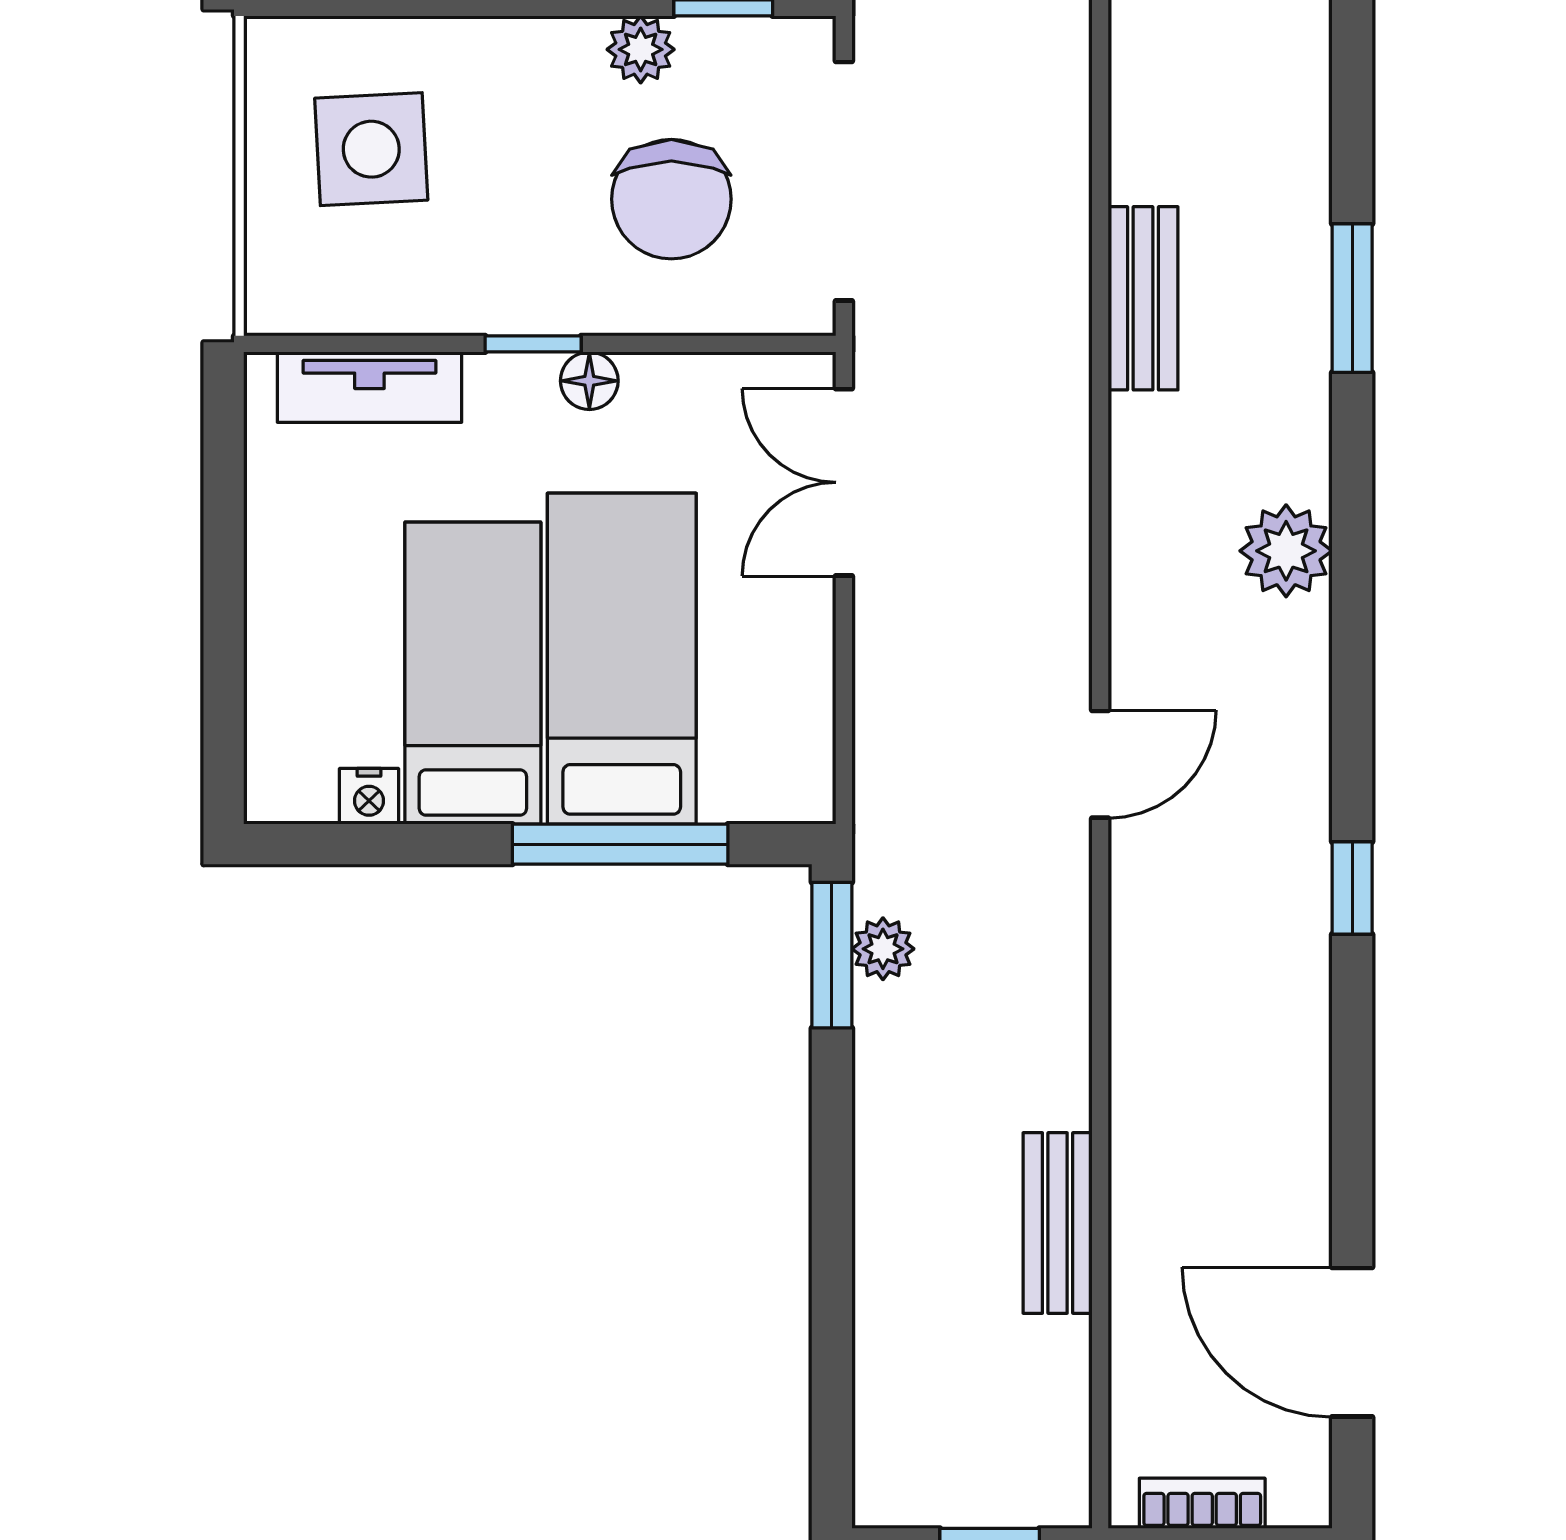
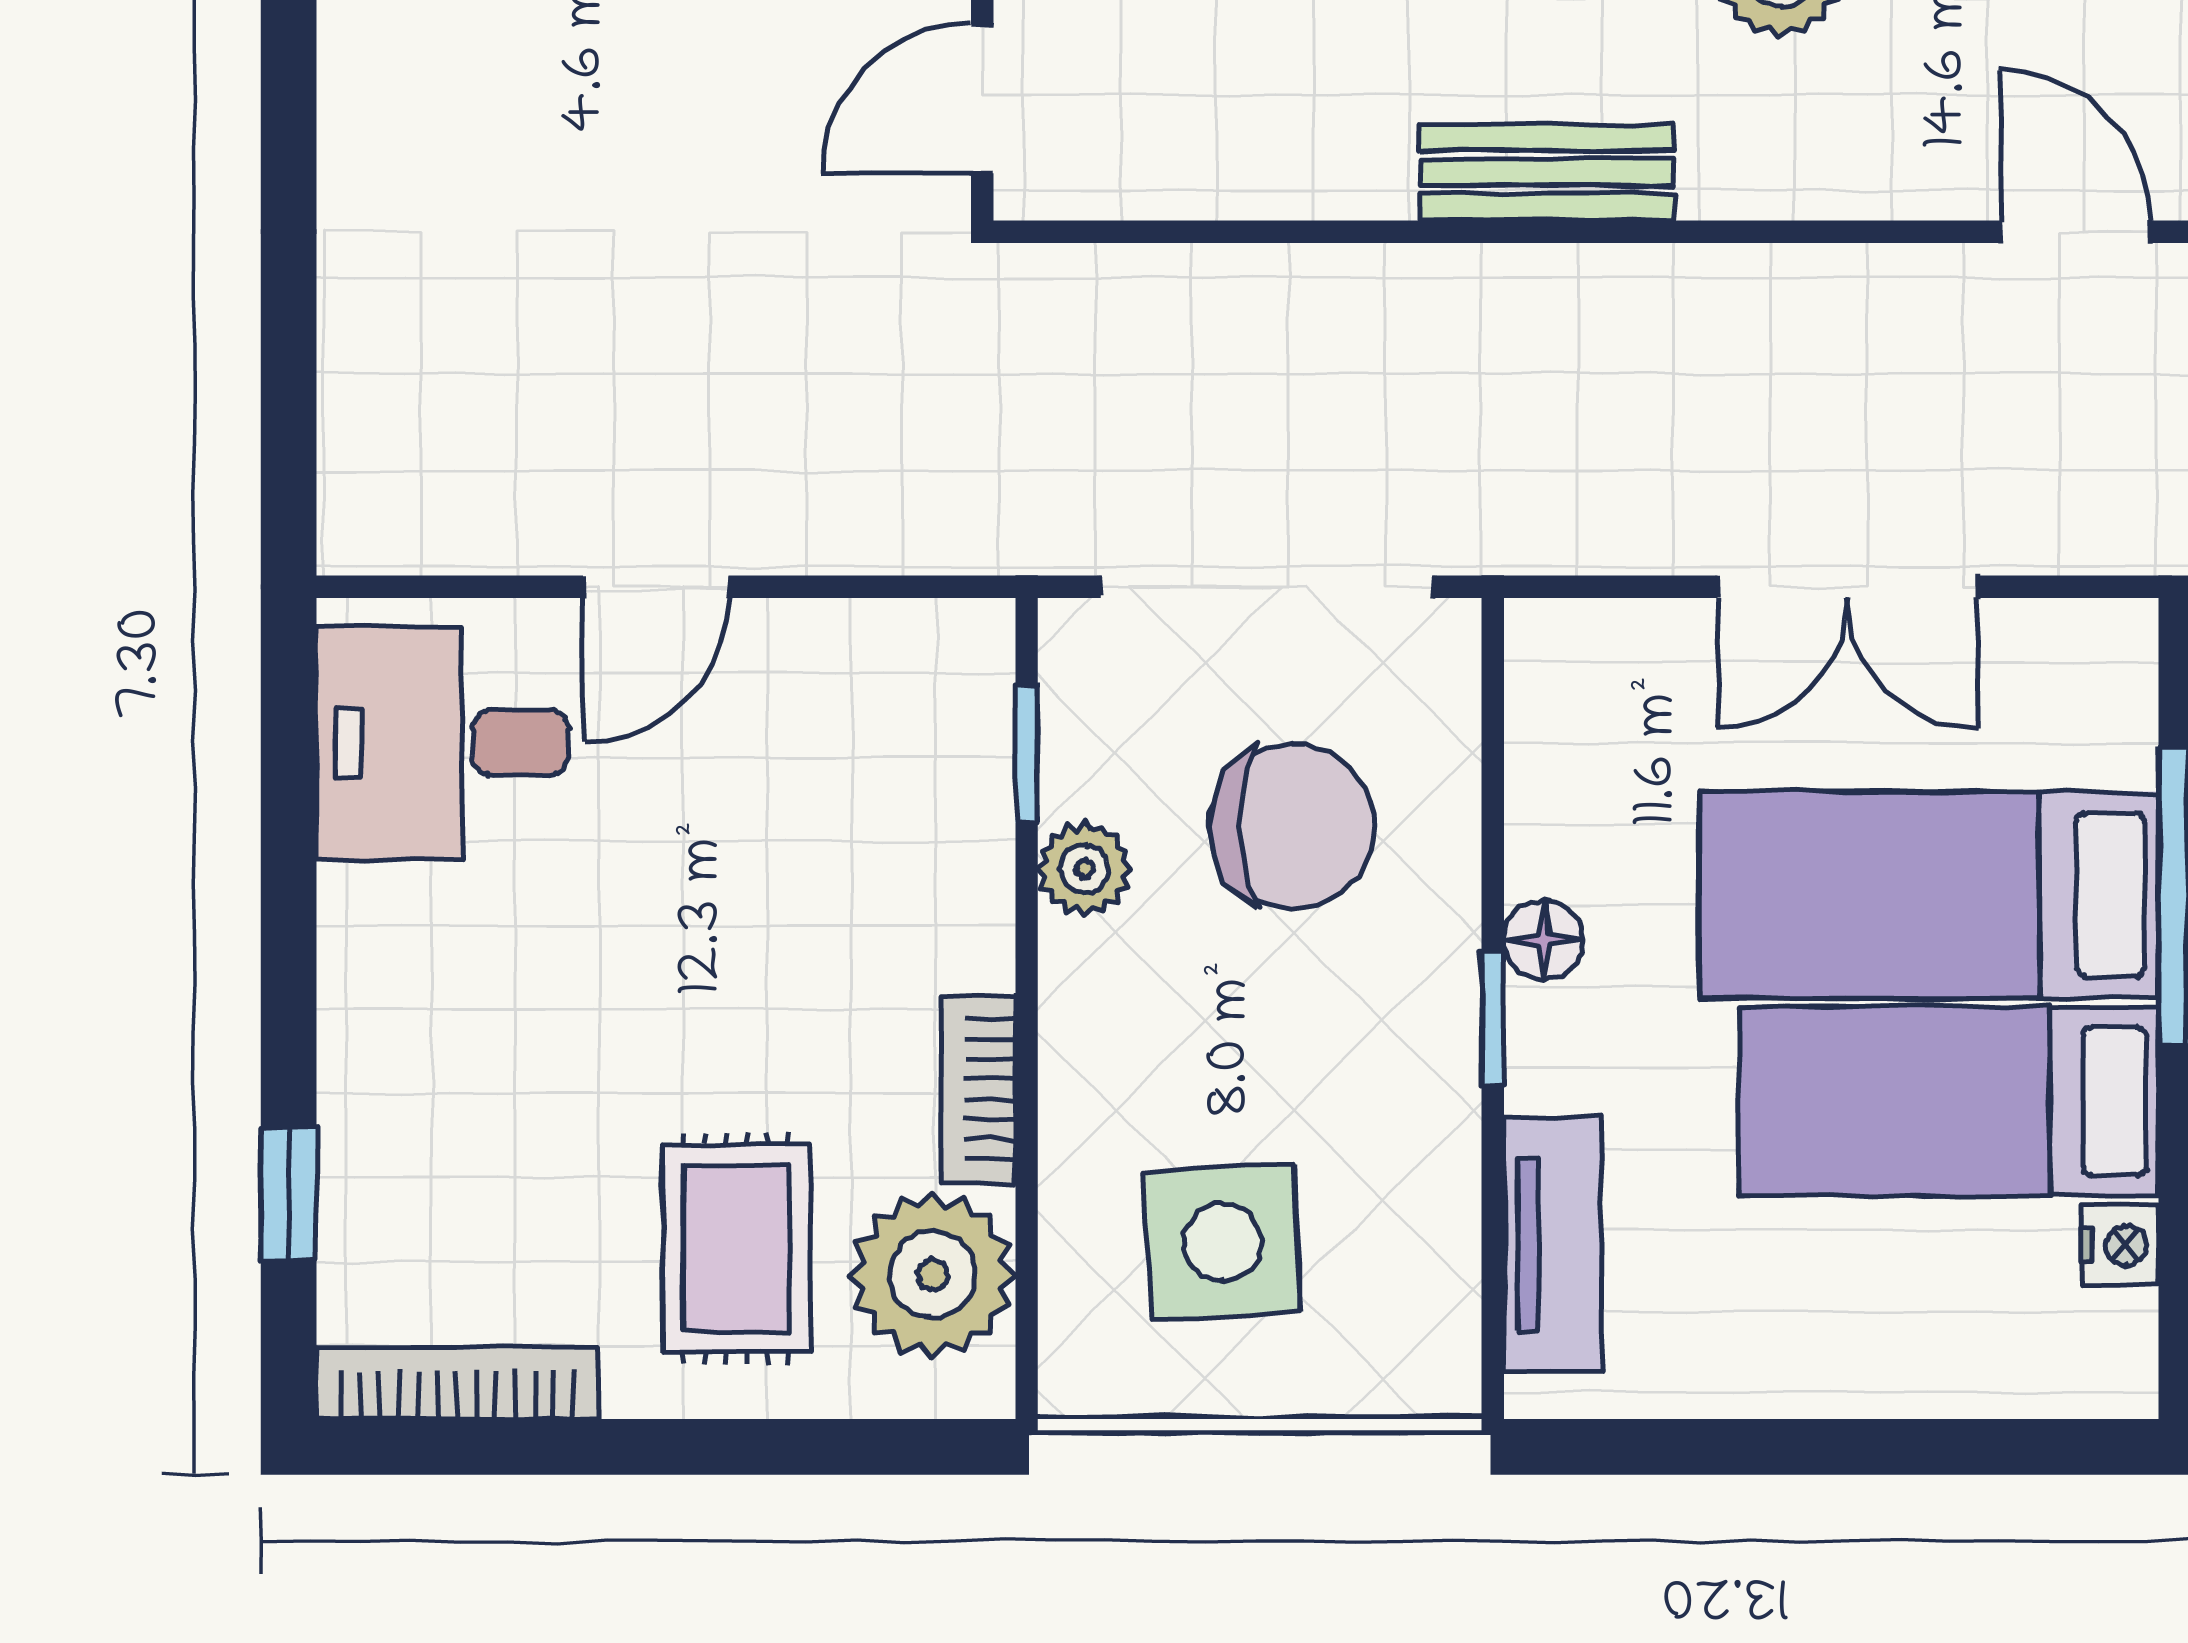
bench: (1143, 298) -> (1547, 172), moved
double door: (844, 482) -> (1848, 587), moved

